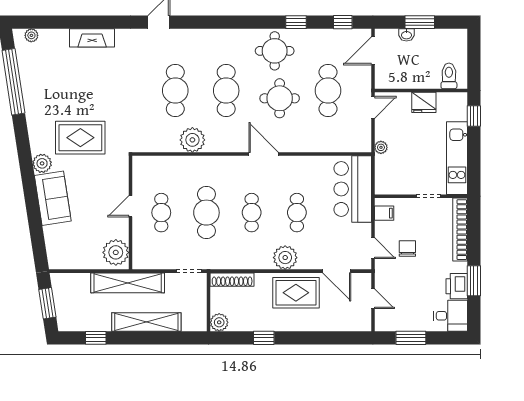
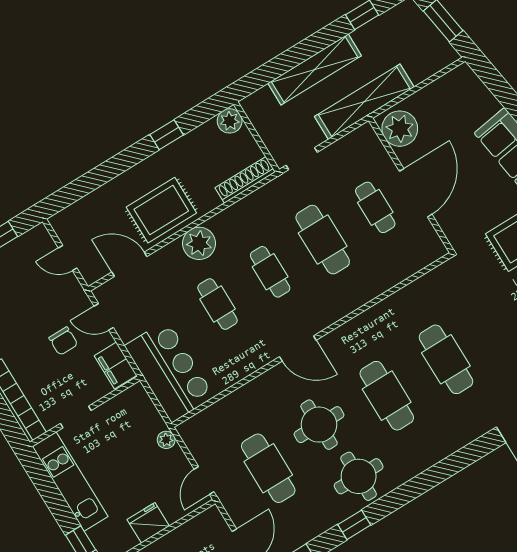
plant: (192, 140) -> (391, 314), removed
door: (130, 206) -> (416, 193), width x1.88
filing cabinet: (384, 213) -> (116, 366), width x2.00

